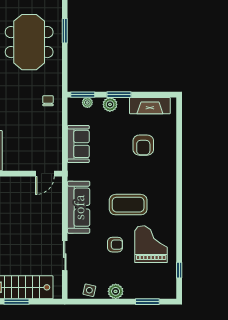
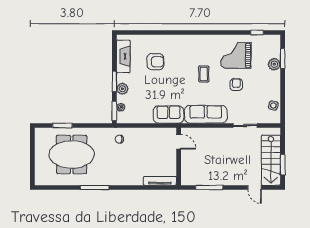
sofa: (78, 144) -> (169, 115), moved
coffee table: (128, 205) -> (204, 74), width x0.54, depth x0.58
plant: (116, 291) -> (274, 64), moved

